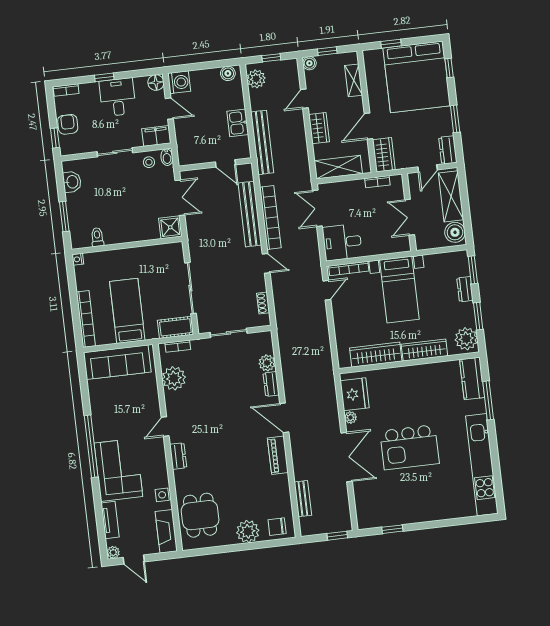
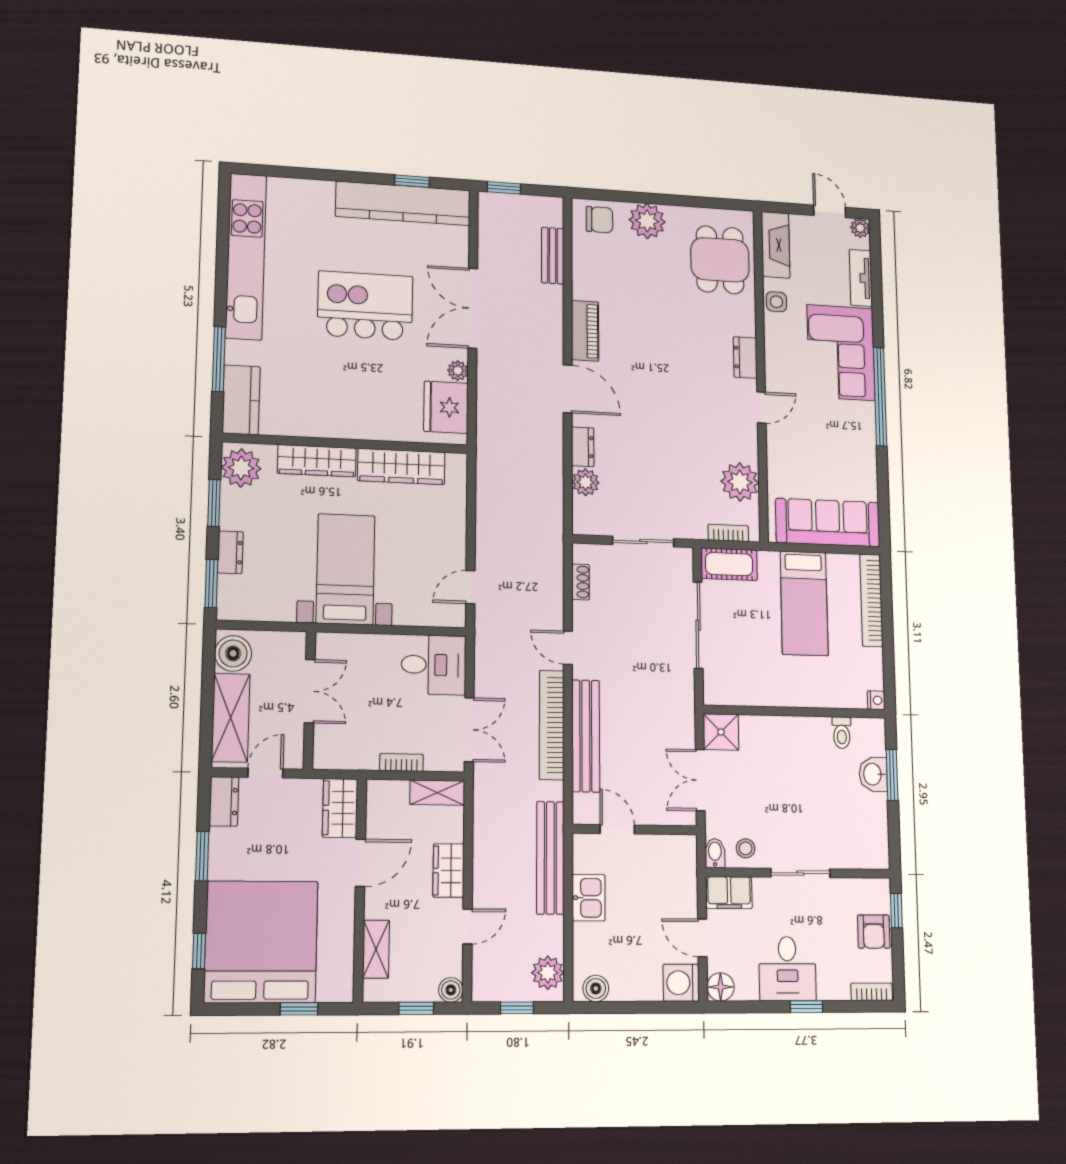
shelving: (338, 167) -> (437, 793), width x0.67, depth x0.75
washbasin: (72, 182) -> (873, 774), moved
bookcase: (377, 182) -> (401, 762), moved
bookcase: (349, 268) -> (428, 618), removed
kitchen counter: (396, 514) -> (403, 203), added

